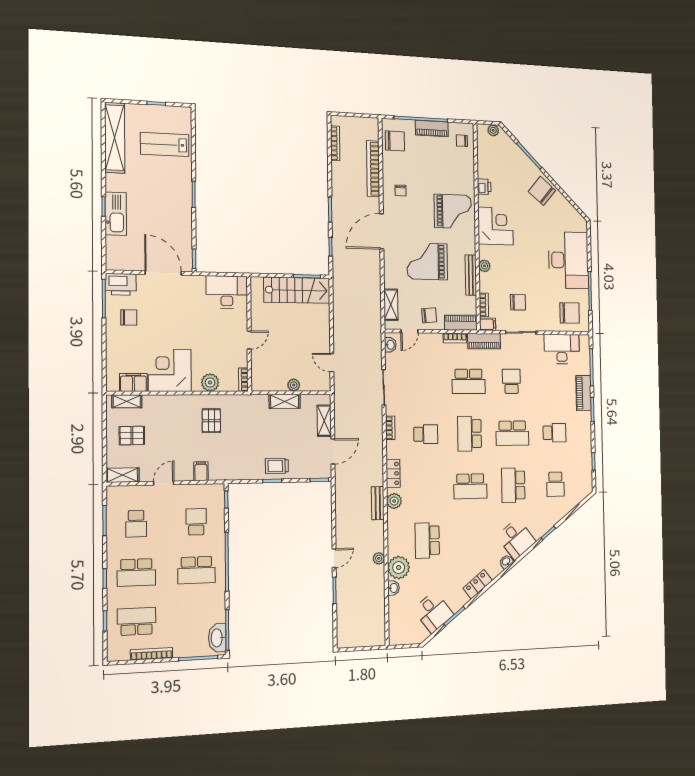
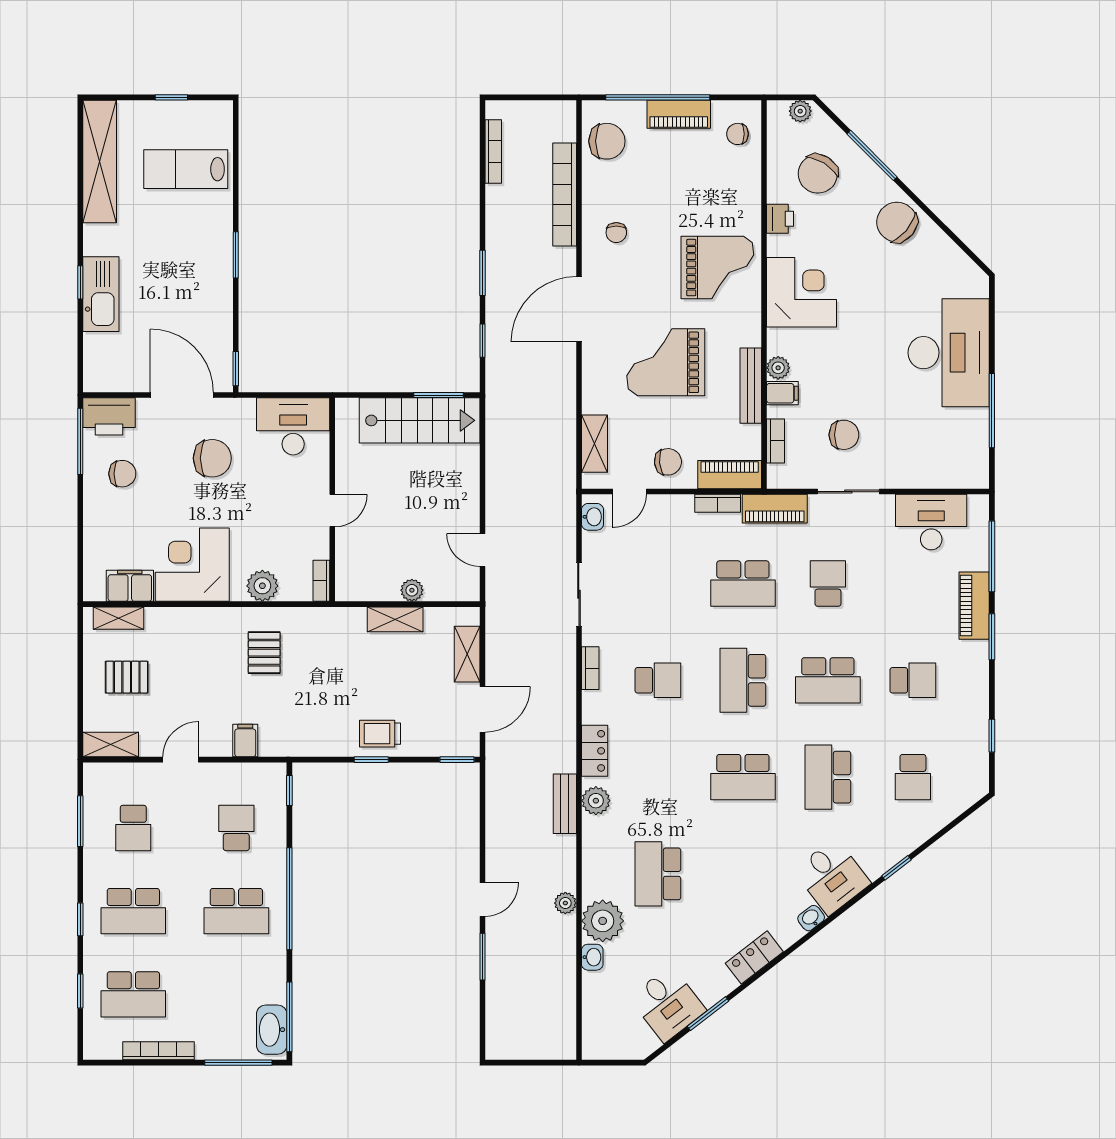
chair: (181, 309) -> (212, 458), added
chair: (570, 313) -> (818, 174), moved, turned 122
filing cabinet: (488, 324) -> (782, 393), moved
school desk: (137, 621) -> (133, 994), turned 180

